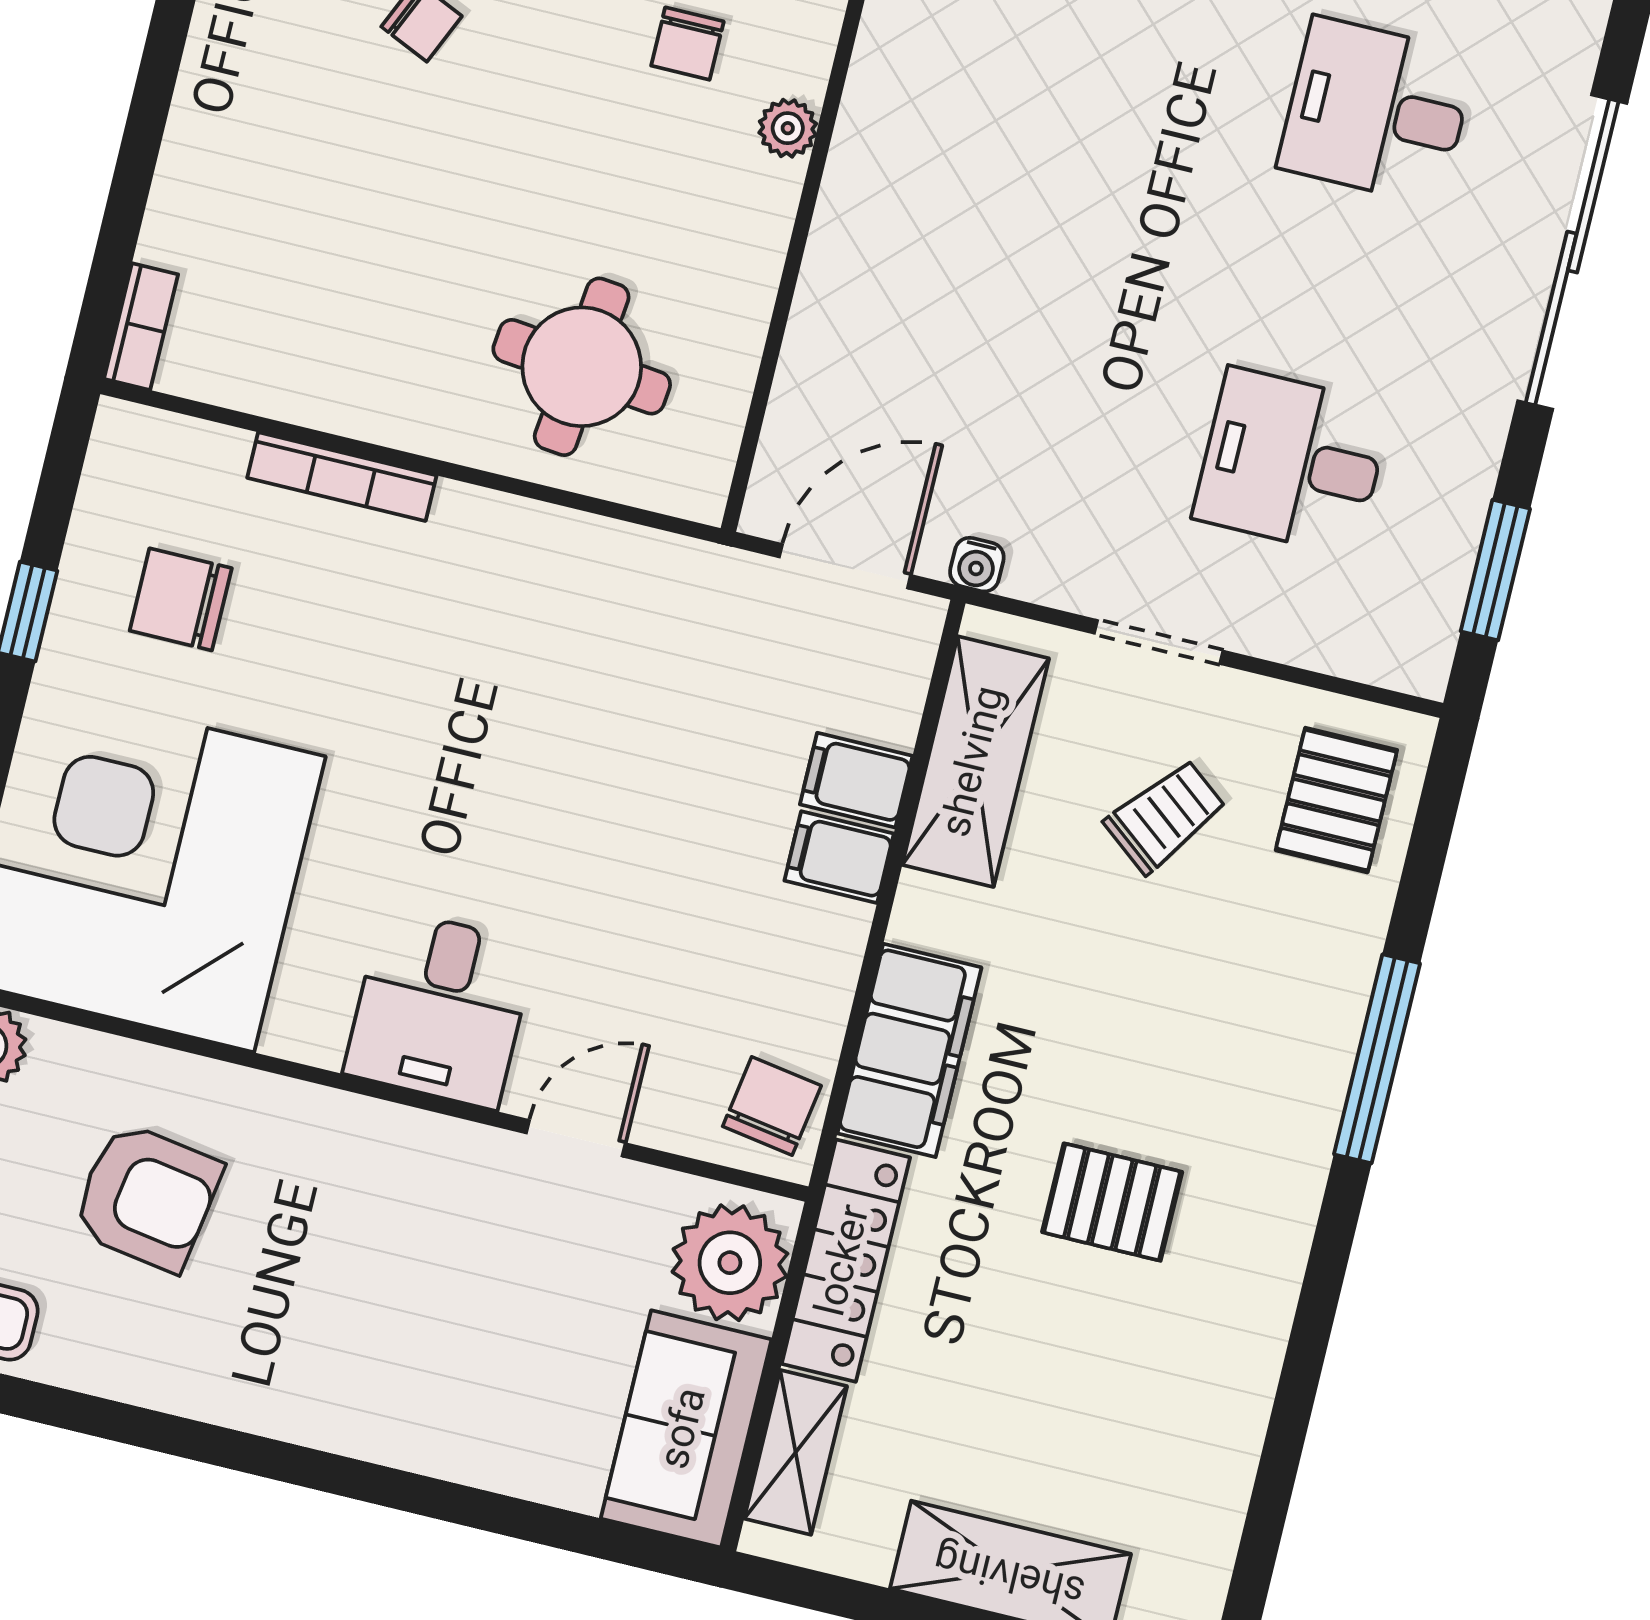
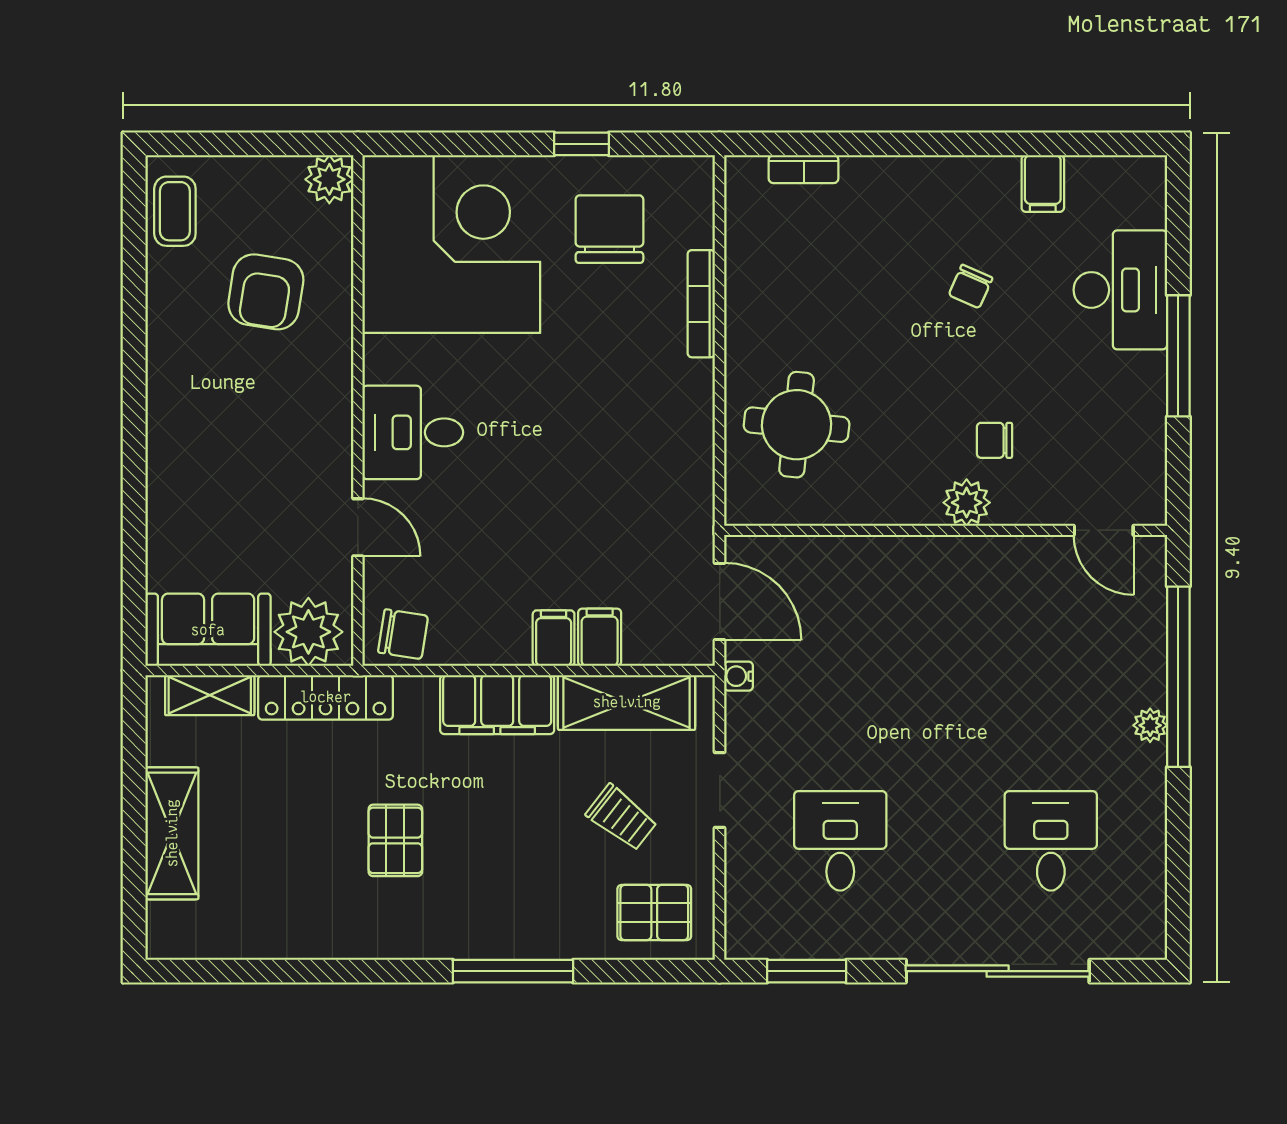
plant: (788, 128) -> (967, 503), width x1.38, depth x1.38
bookcase: (141, 327) -> (804, 169), moved
chair: (181, 599) -> (609, 229), width x1.37, depth x1.37
filing cabinet: (909, 1050) -> (497, 705), moved

